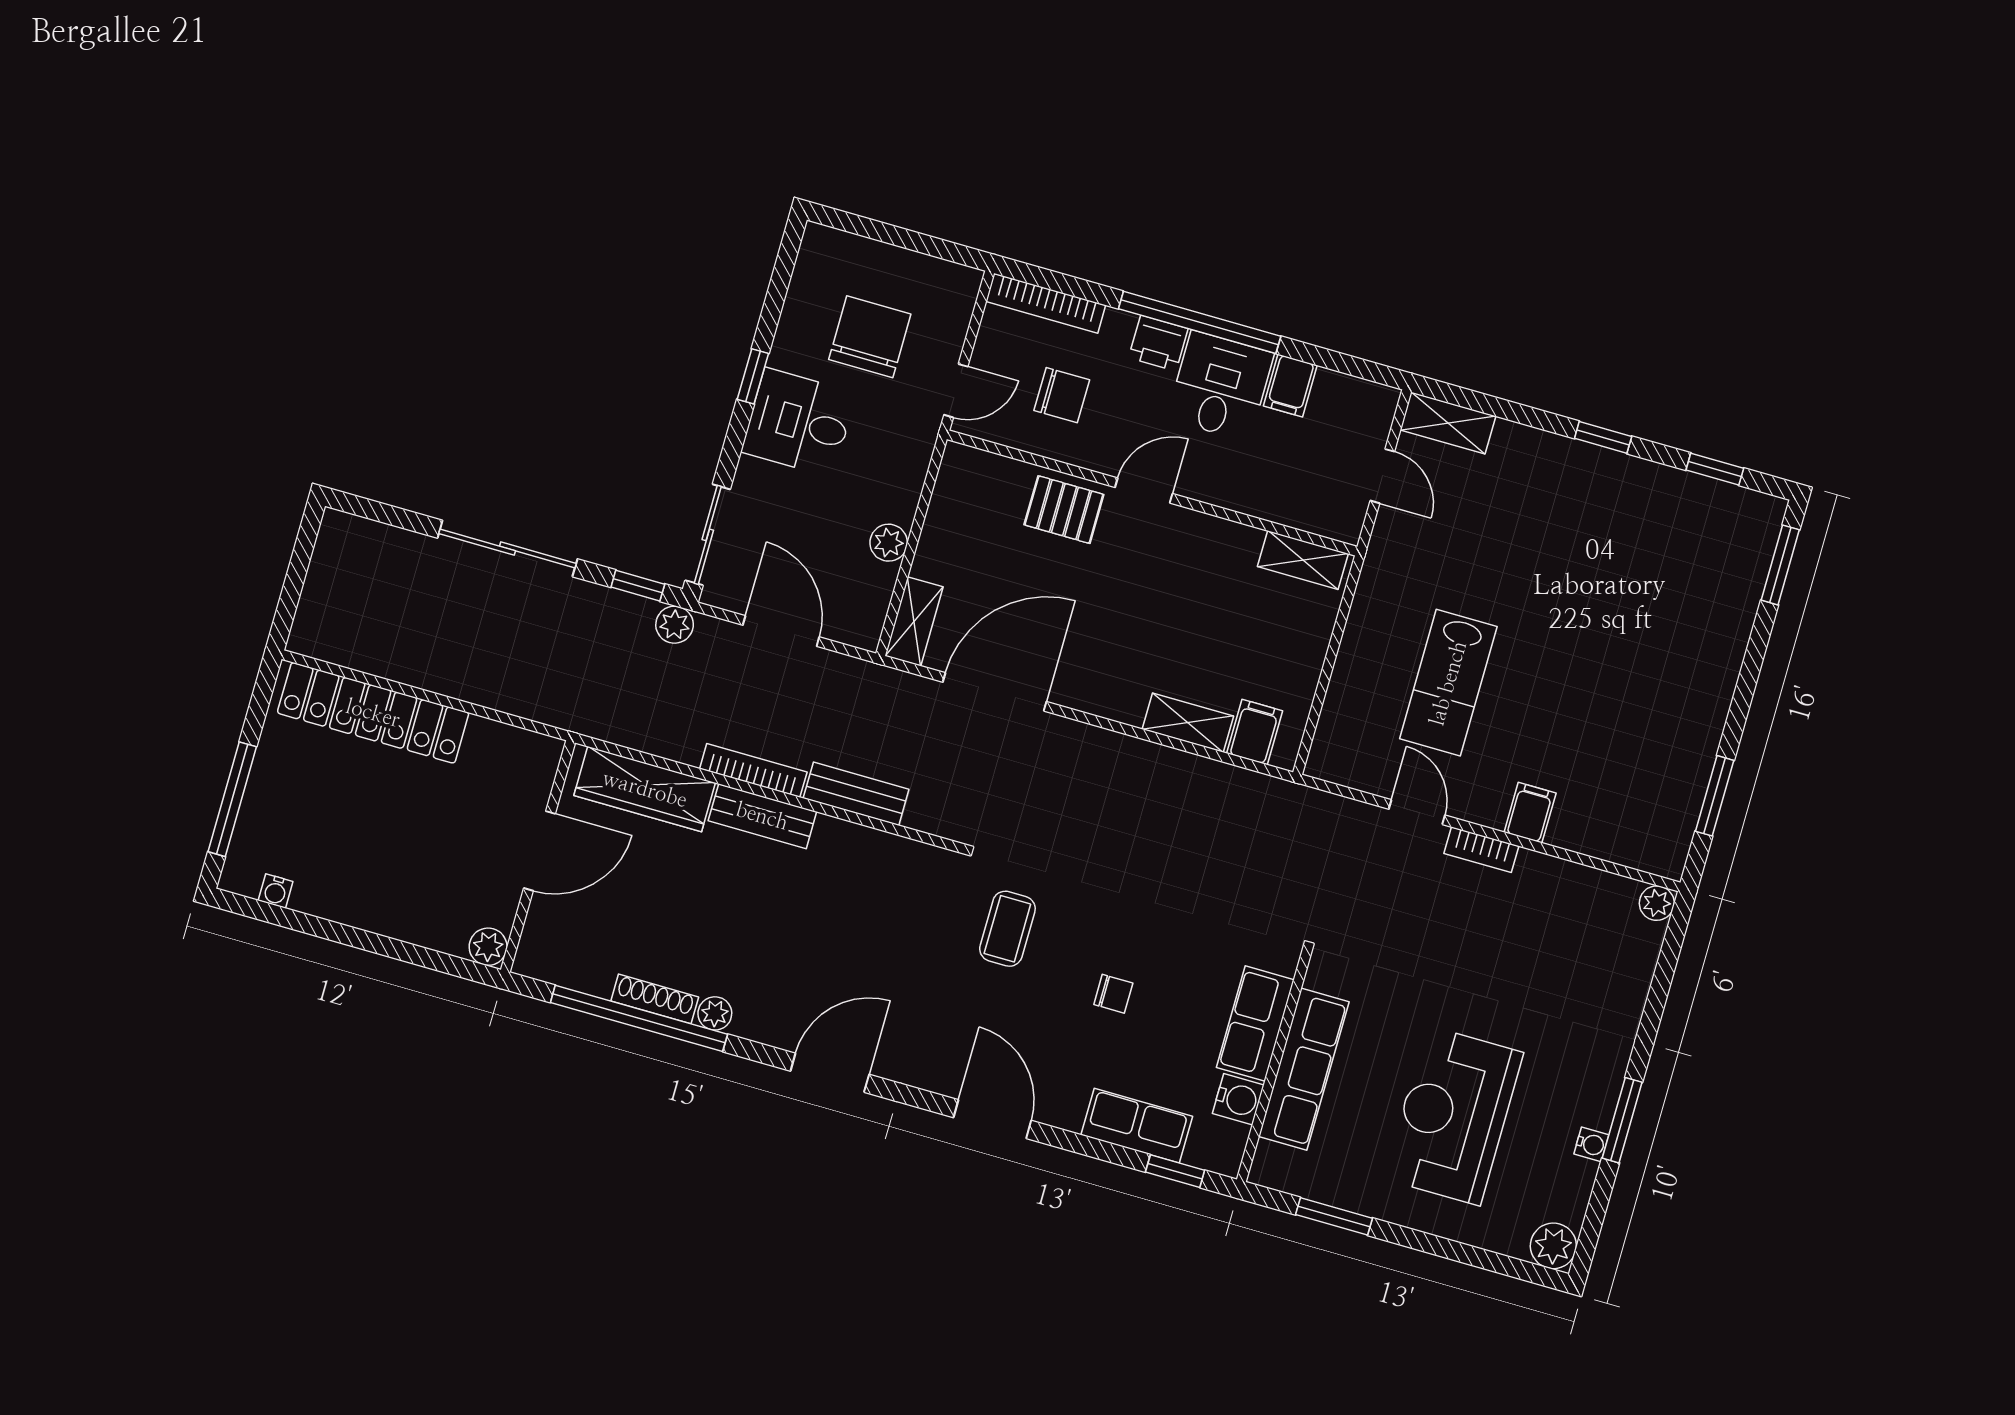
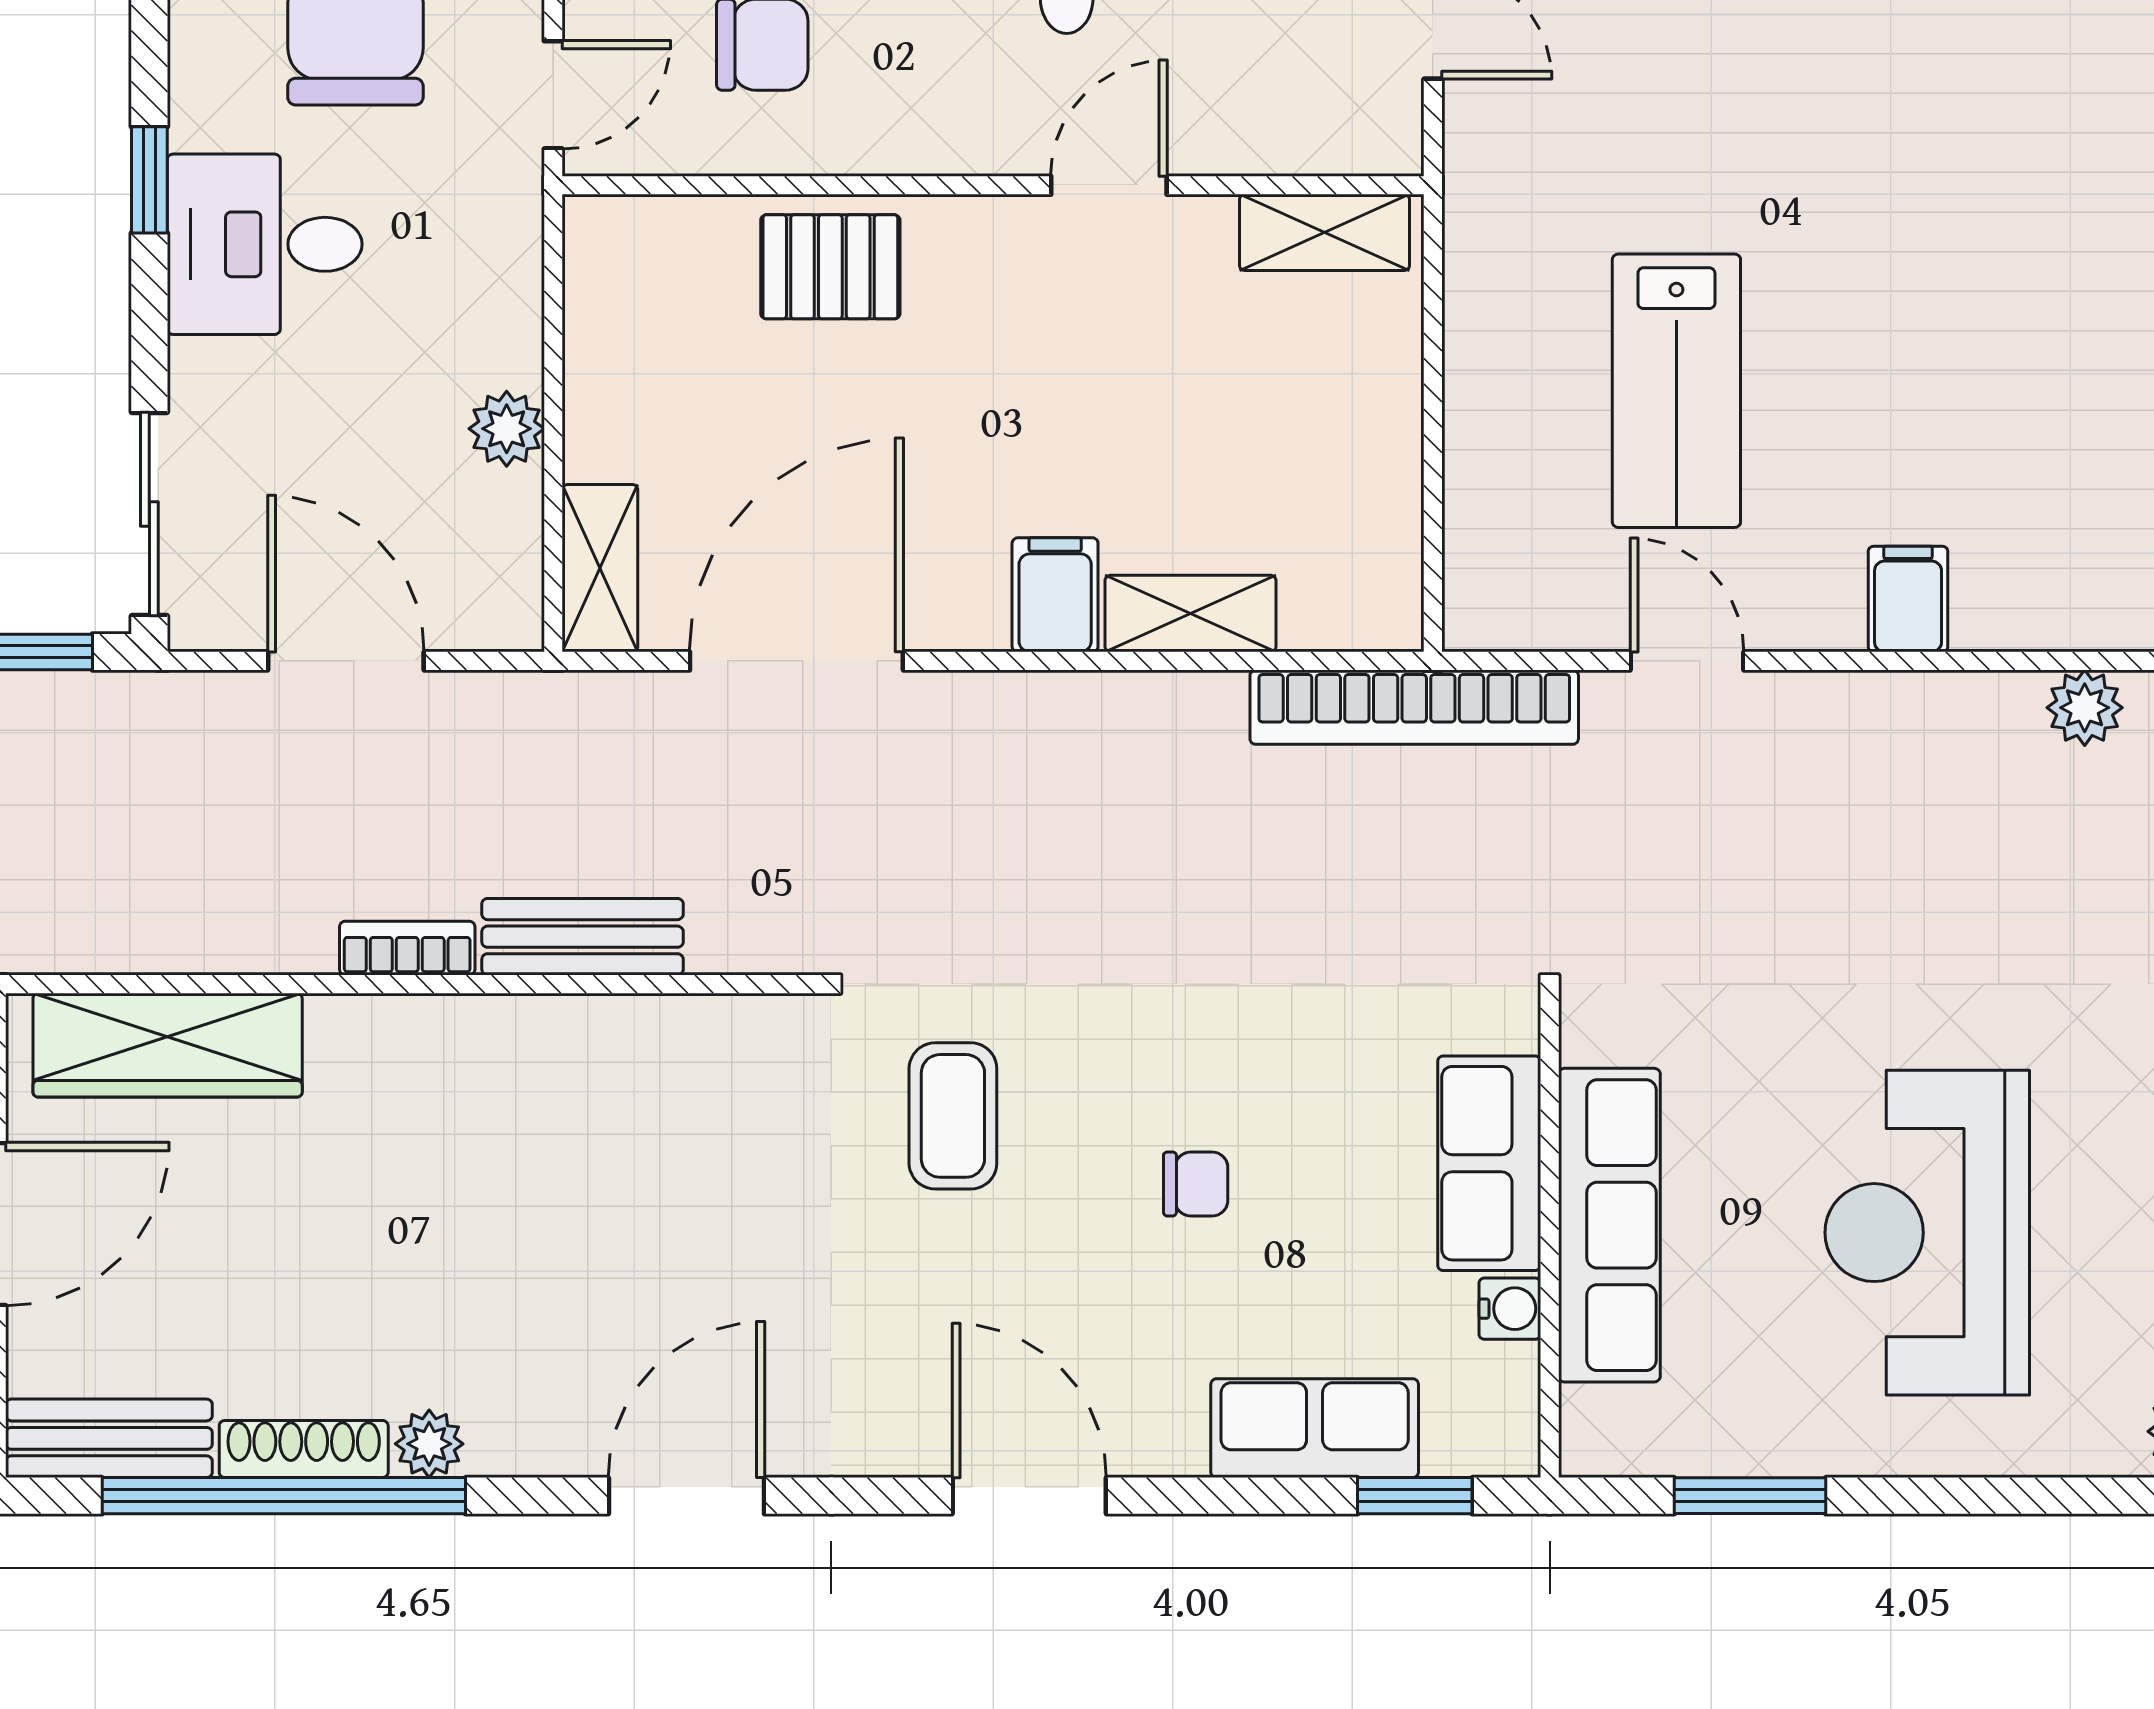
door: (1144, 491) -> (1109, 185), moved
plant: (675, 625) -> (2085, 708), moved
filing cabinet: (1255, 732) -> (1055, 595), moved
bookcase: (753, 770) -> (407, 948), width x0.64
bench: (762, 816) -> (109, 1438), moved
bookcase: (1481, 850) -> (1414, 707), moved, width x2.31, depth x1.31
water cooler: (1238, 1099) -> (1510, 1309), width x0.72, depth x0.72

